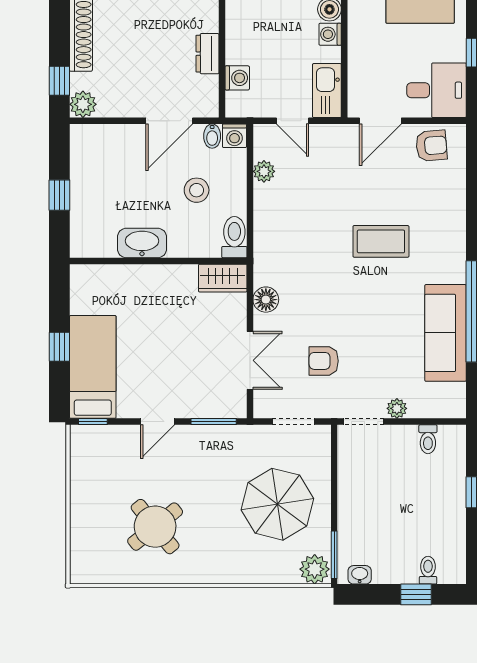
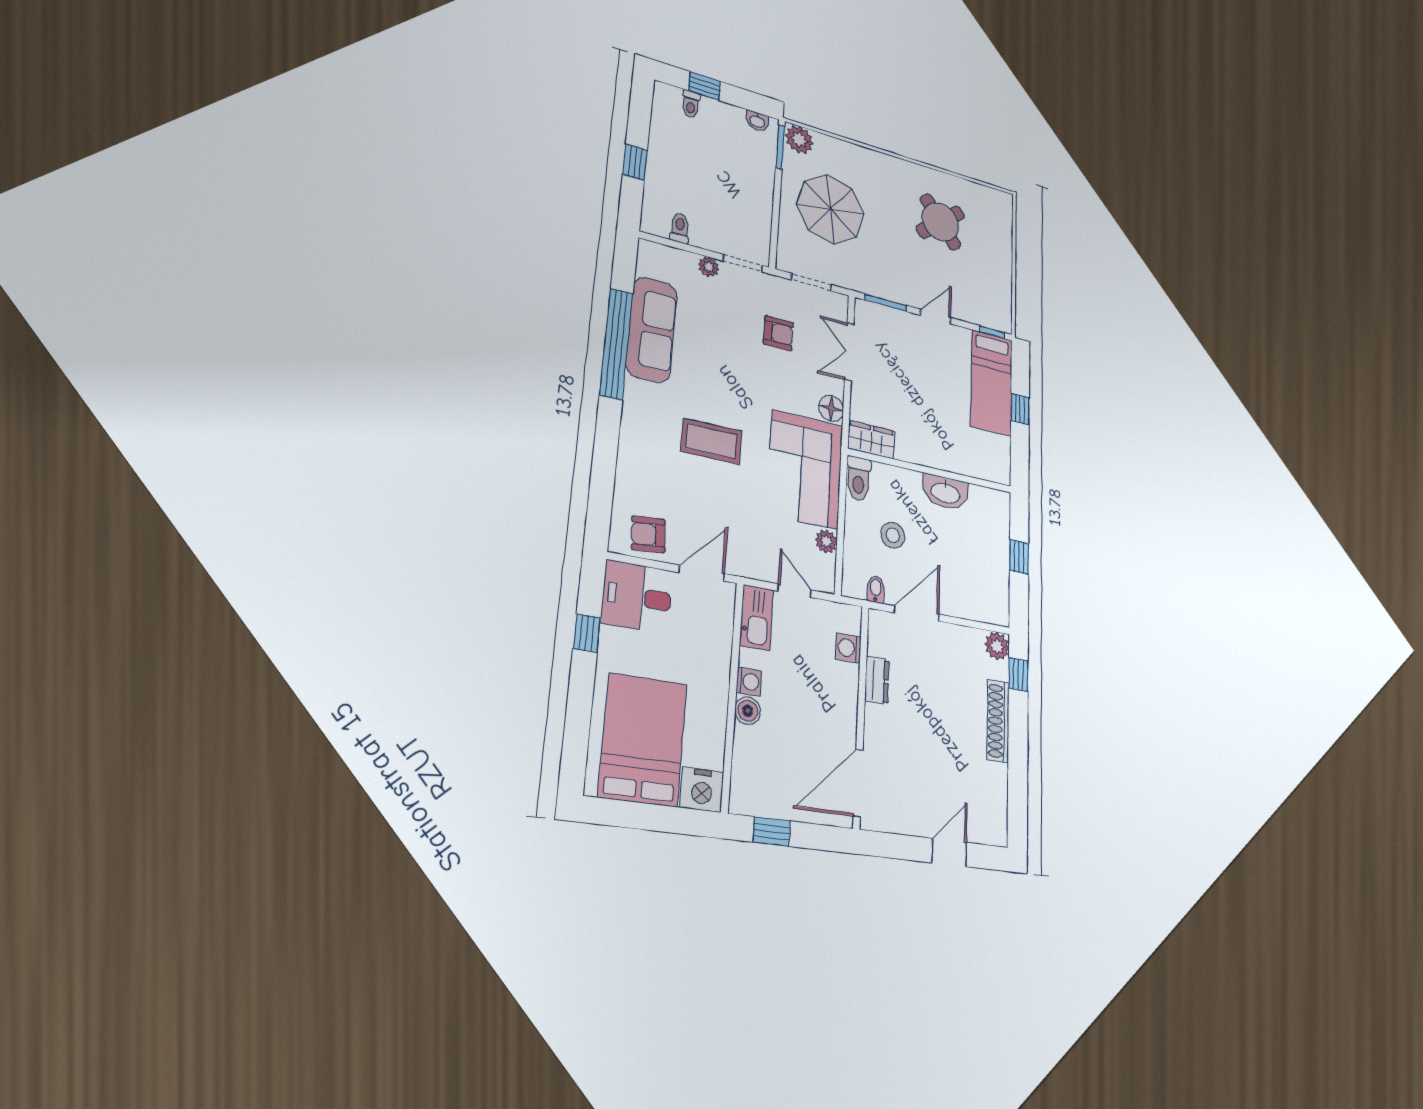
washing machine: (234, 136) -> (854, 585), removed
corner sofa: (289, 235) -> (805, 470), added

